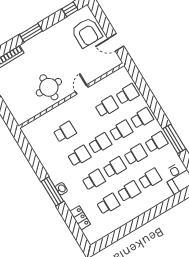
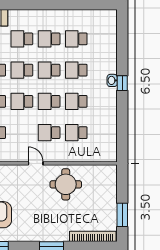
door: (82, 89) -> (36, 163), swing flipped
school desk: (107, 107) -> (49, 133), moved
window: (52, 191) -> (122, 83), width x0.46
locker: (80, 218) -> (111, 42), removed

